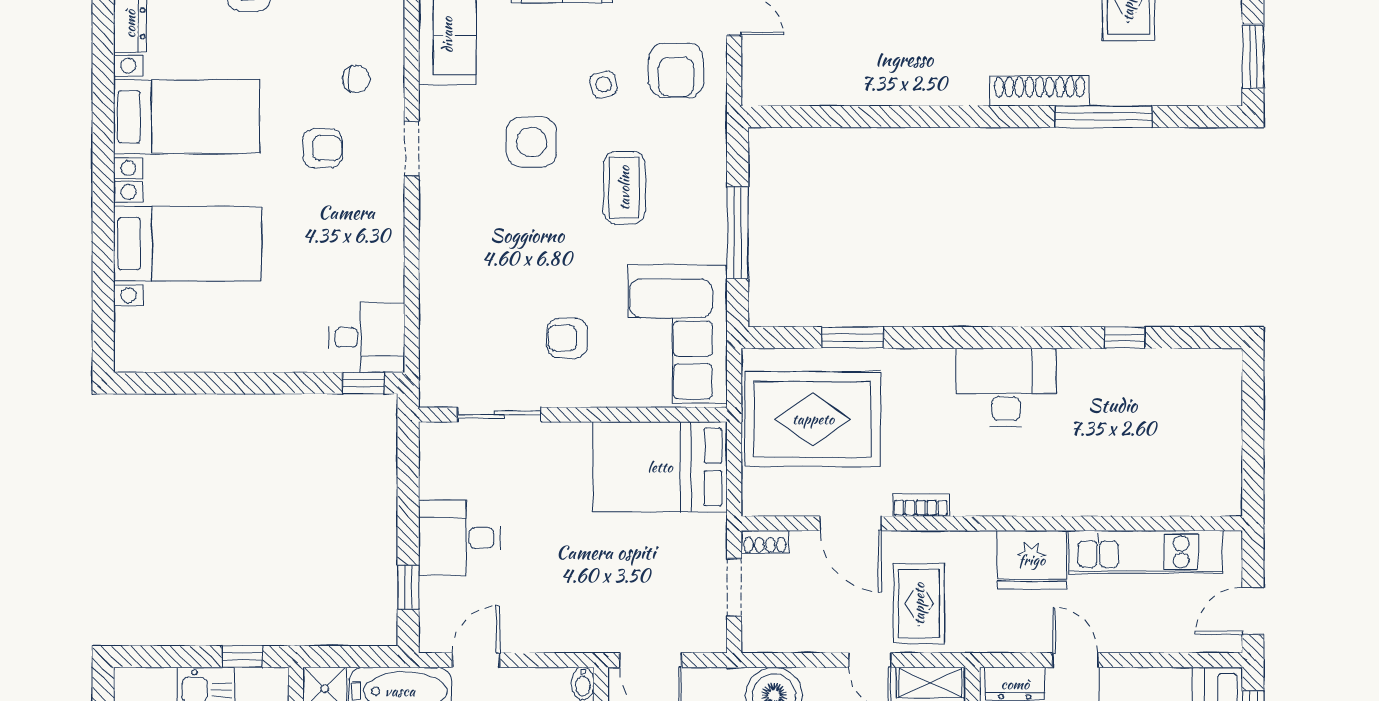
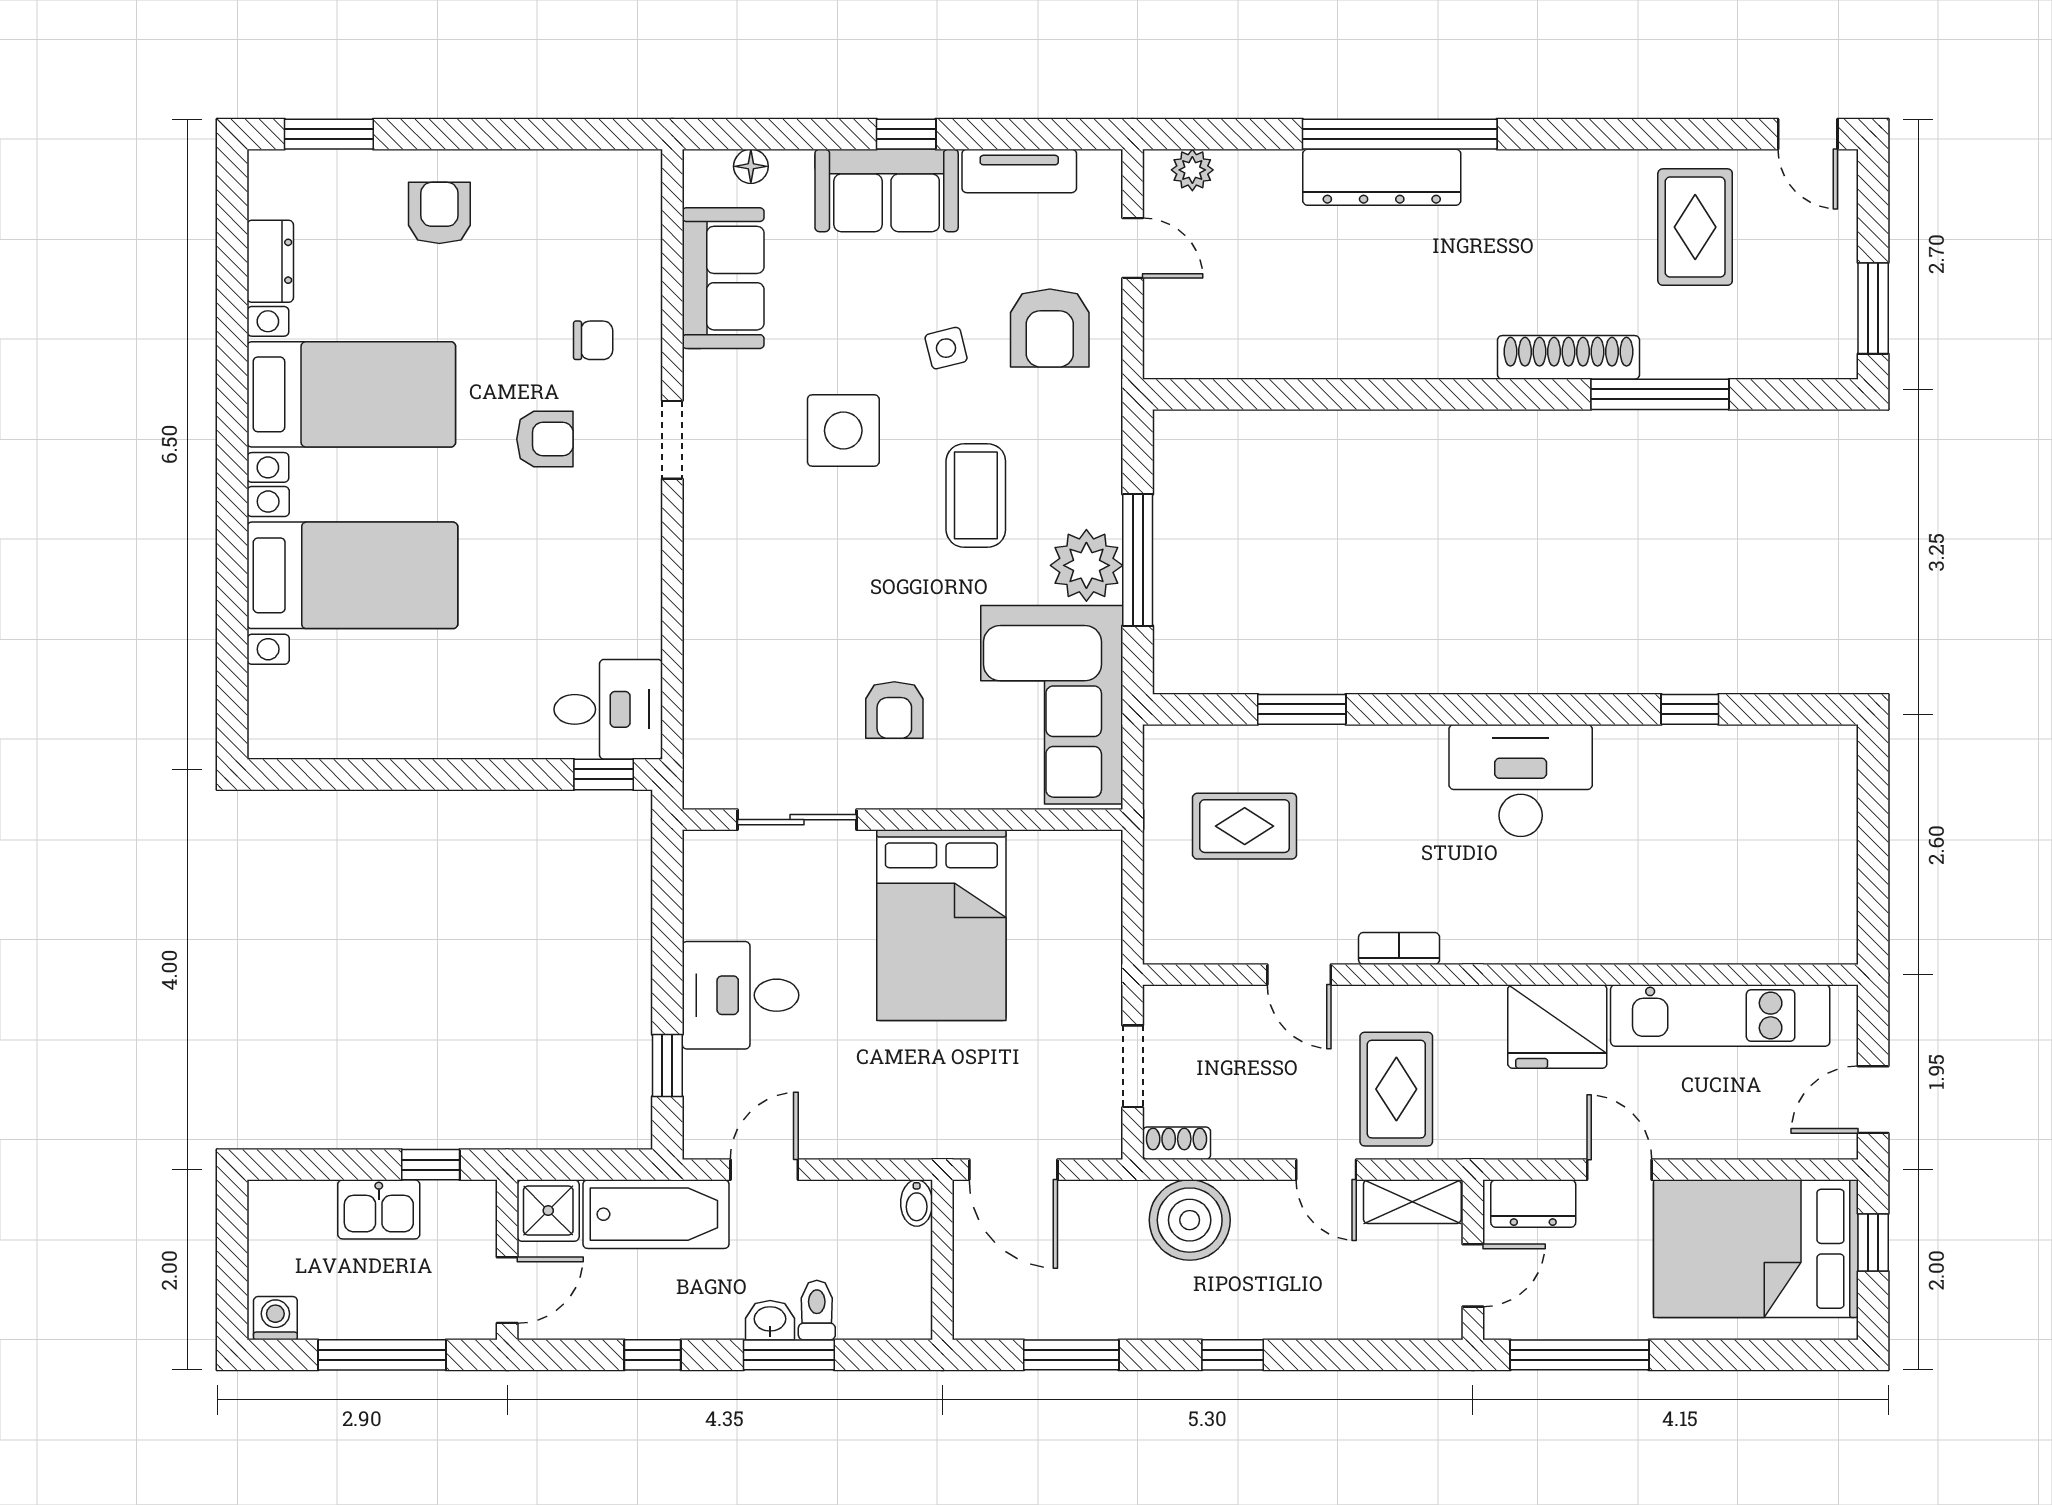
plant: (702, 237) -> (1086, 565), added
armchair: (567, 338) -> (894, 710), turned -90
rug: (813, 419) -> (1245, 826), width x0.54, depth x0.49
bed: (660, 467) -> (941, 925), moved, turned -90
door: (851, 523) -> (1299, 975), width x0.73
shoe rack: (765, 542) -> (1176, 1143), moved, turned 180

